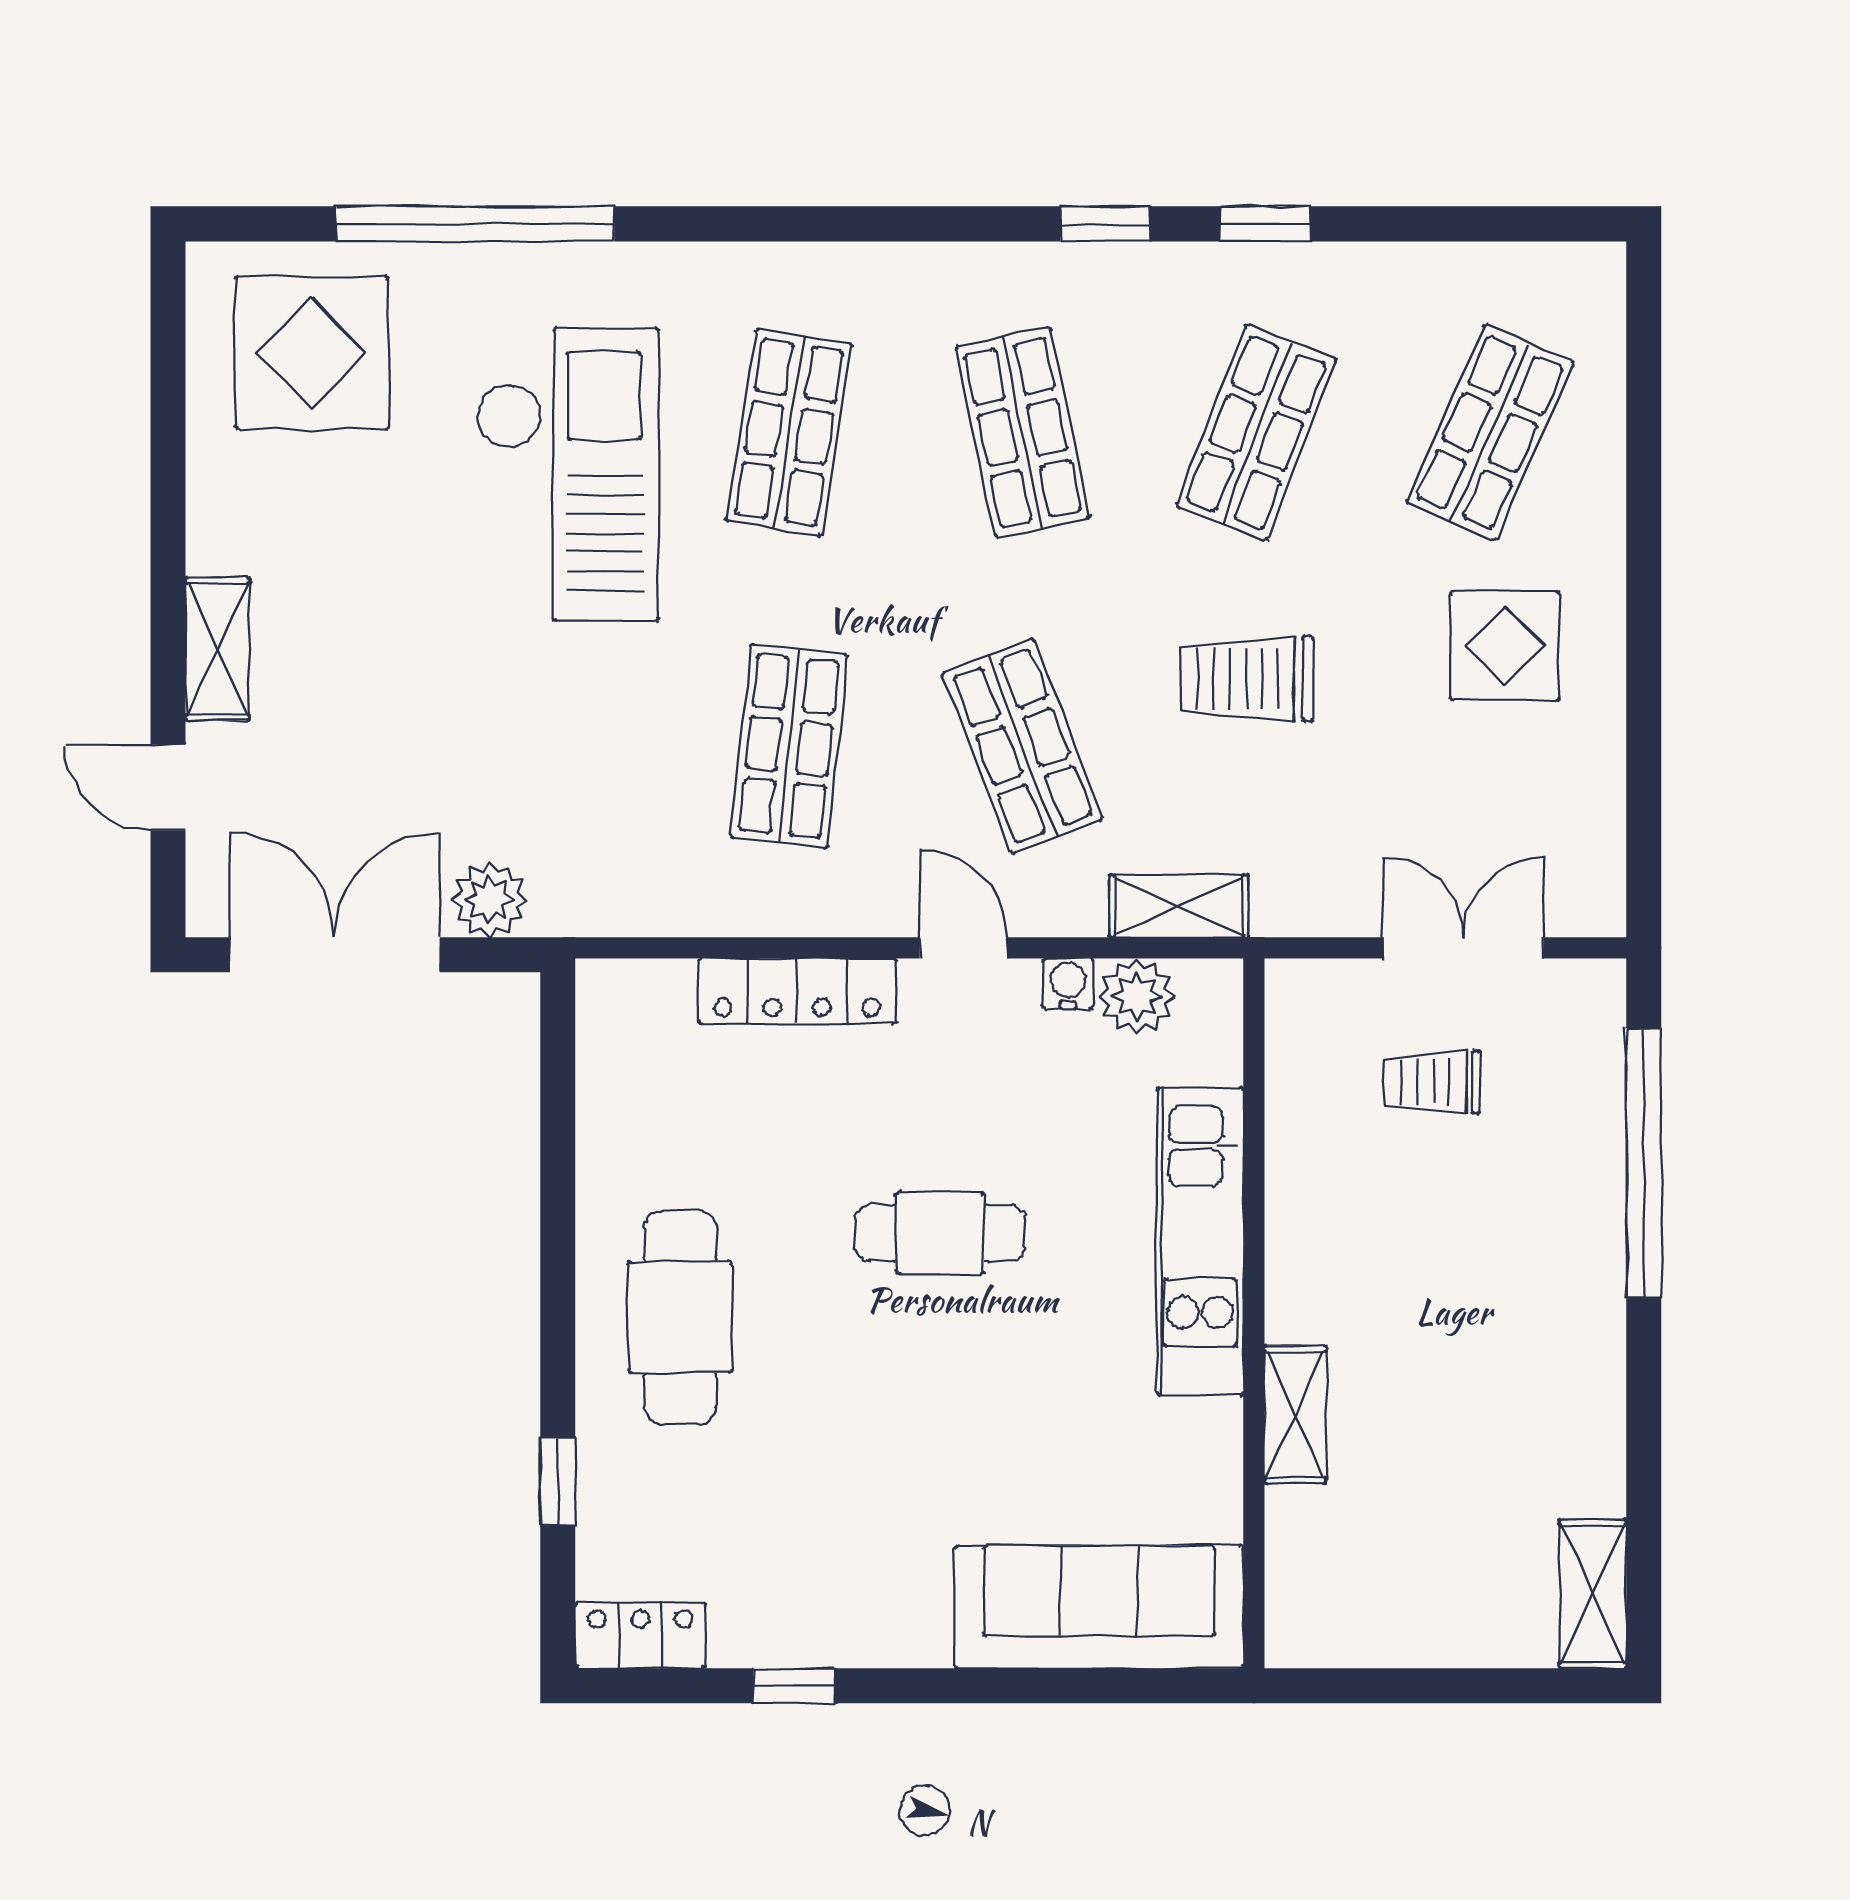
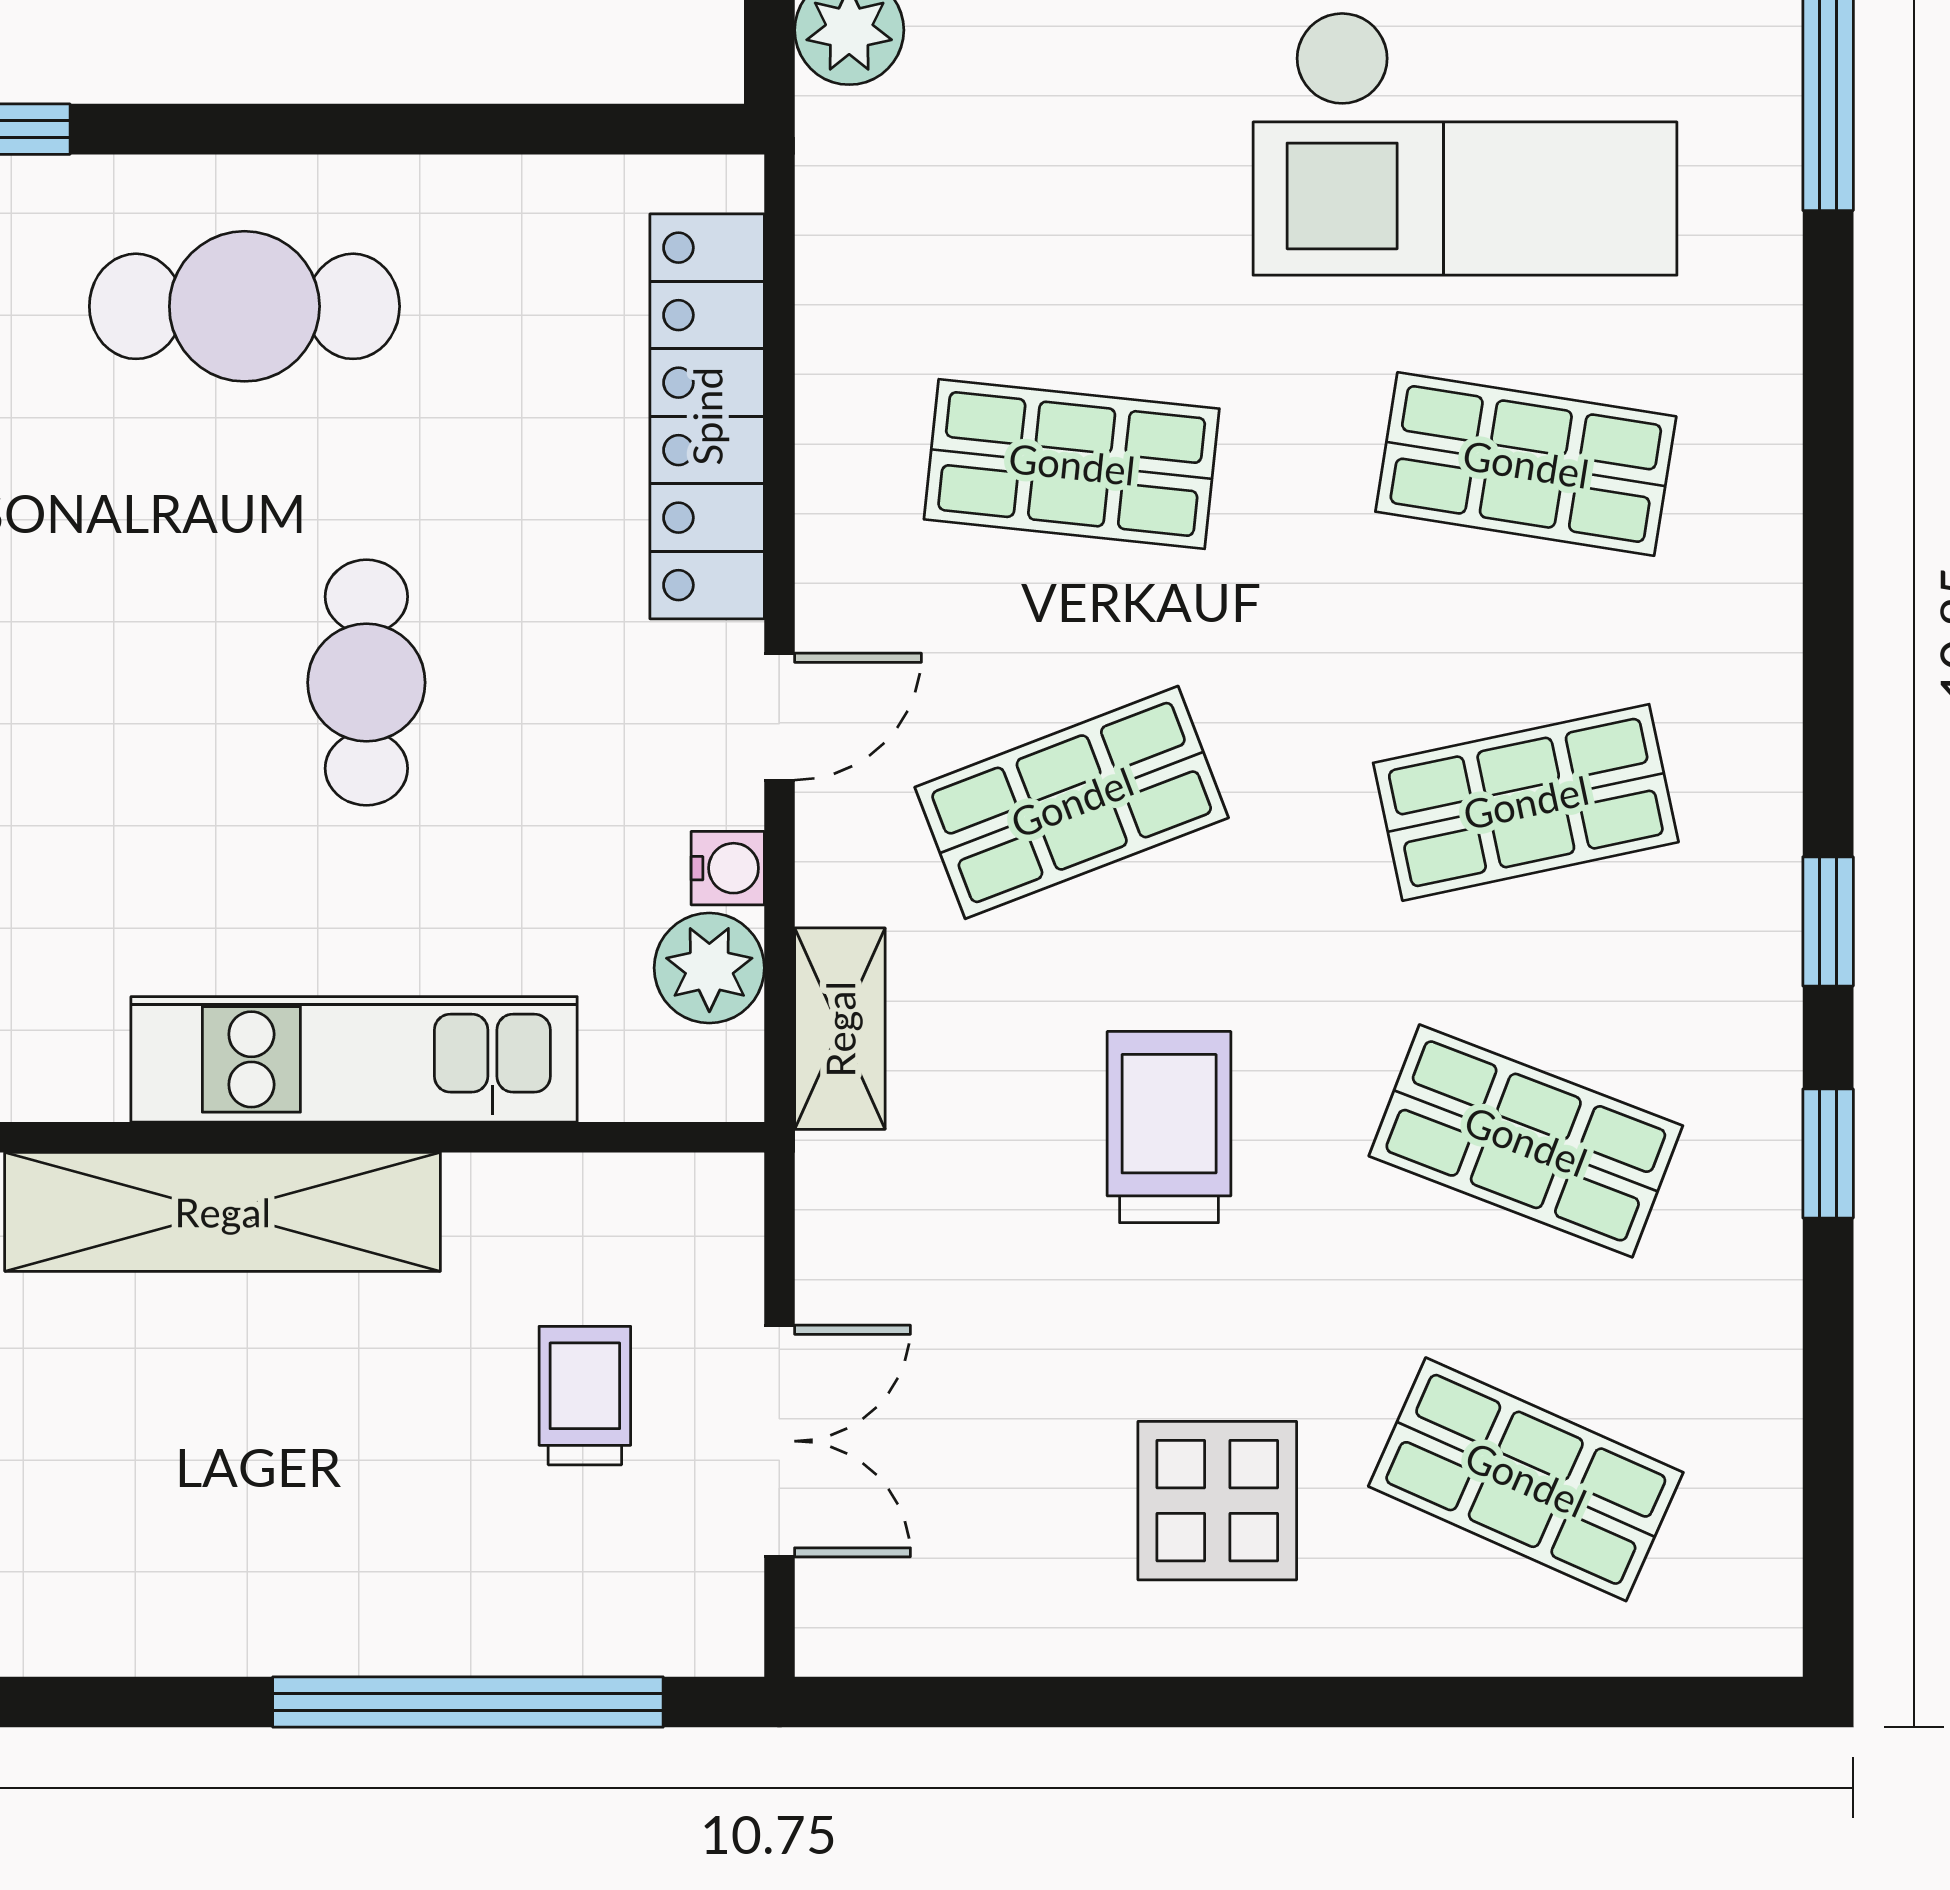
locker: (797, 991) -> (707, 416), width x1.41, depth x1.21
shelving: (1295, 1414) -> (223, 1212), width x2.20, depth x1.33

